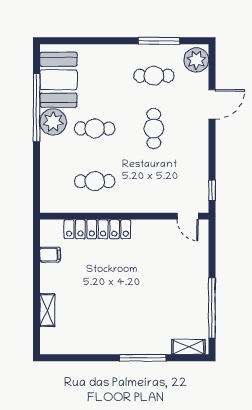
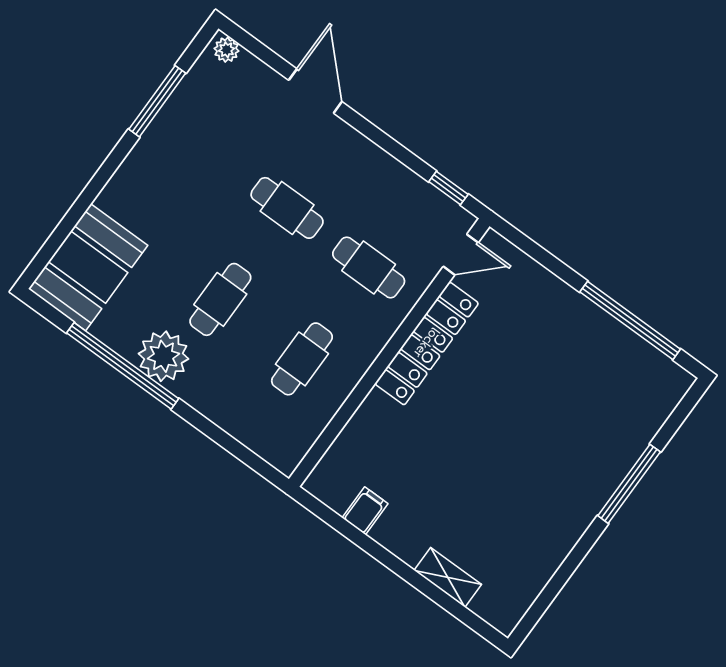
plant: (196, 60) -> (227, 50), width x0.53, depth x0.53
cafe table: (154, 76) -> (369, 267), moved, turned 90
booth: (59, 80) -> (88, 267), moved, turned 90
locker: (97, 229) -> (427, 343), moved
shelving: (188, 347) -> (664, 401), removed

